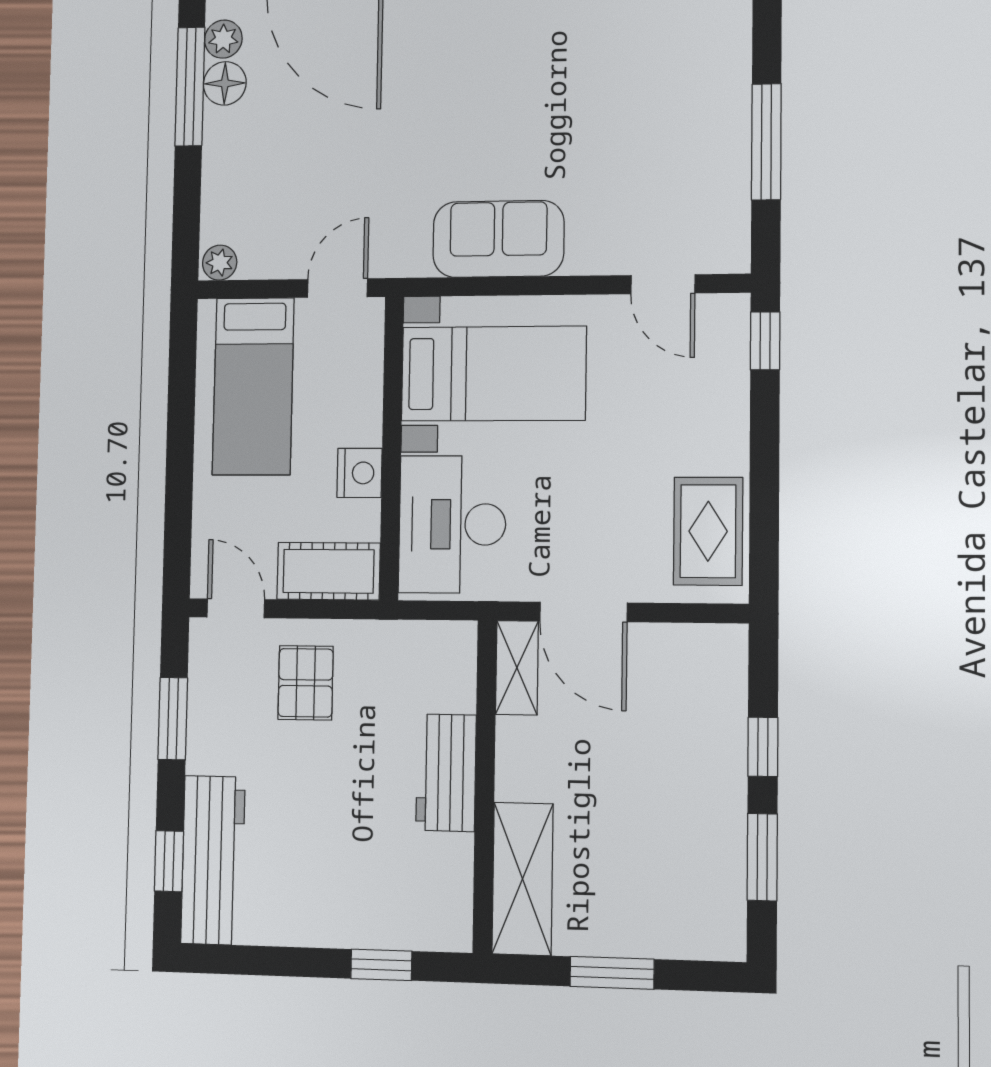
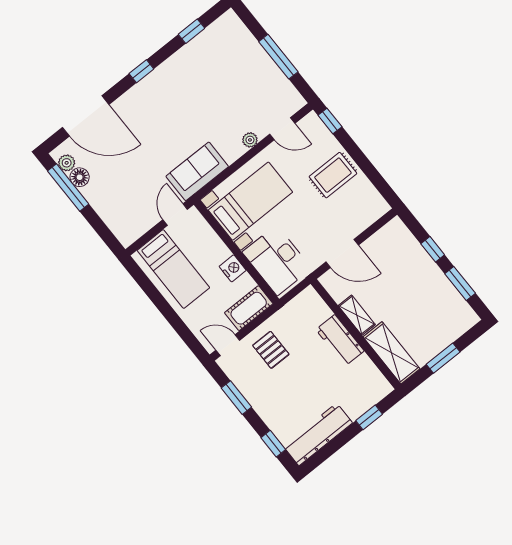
sofa: (498, 239) -> (197, 171), moved
plant: (220, 263) -> (250, 140), moved
rug: (708, 531) -> (333, 175), moved, turned 90
shelving: (517, 668) -> (357, 315), moved
workbench: (213, 860) -> (318, 434), moved, turned -90

